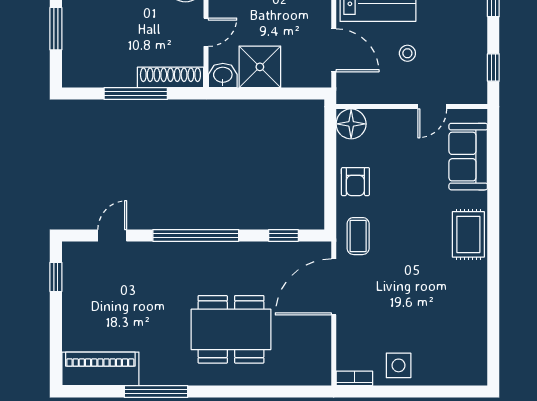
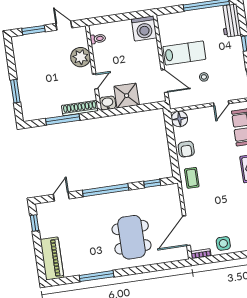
door: (334, 287) -> (186, 231), moved
dining table: (231, 329) -> (132, 237), turned 90
piano: (100, 369) -> (52, 258), moved, turned 90

